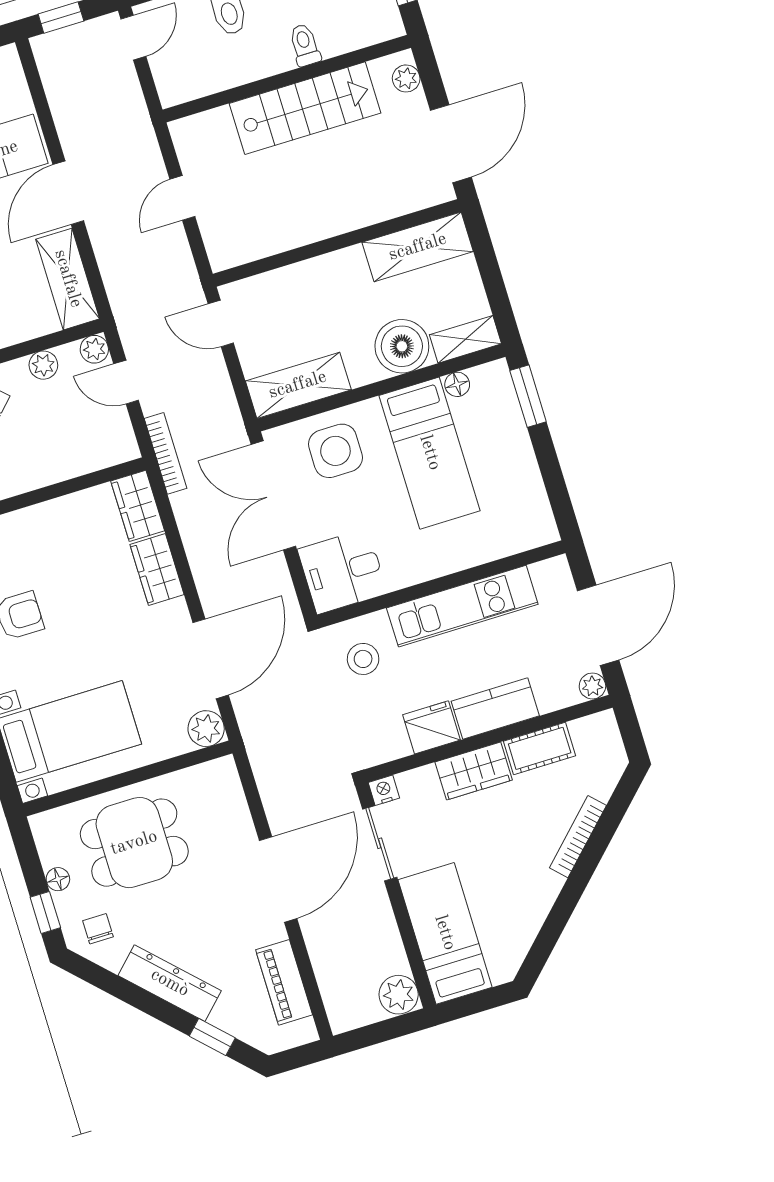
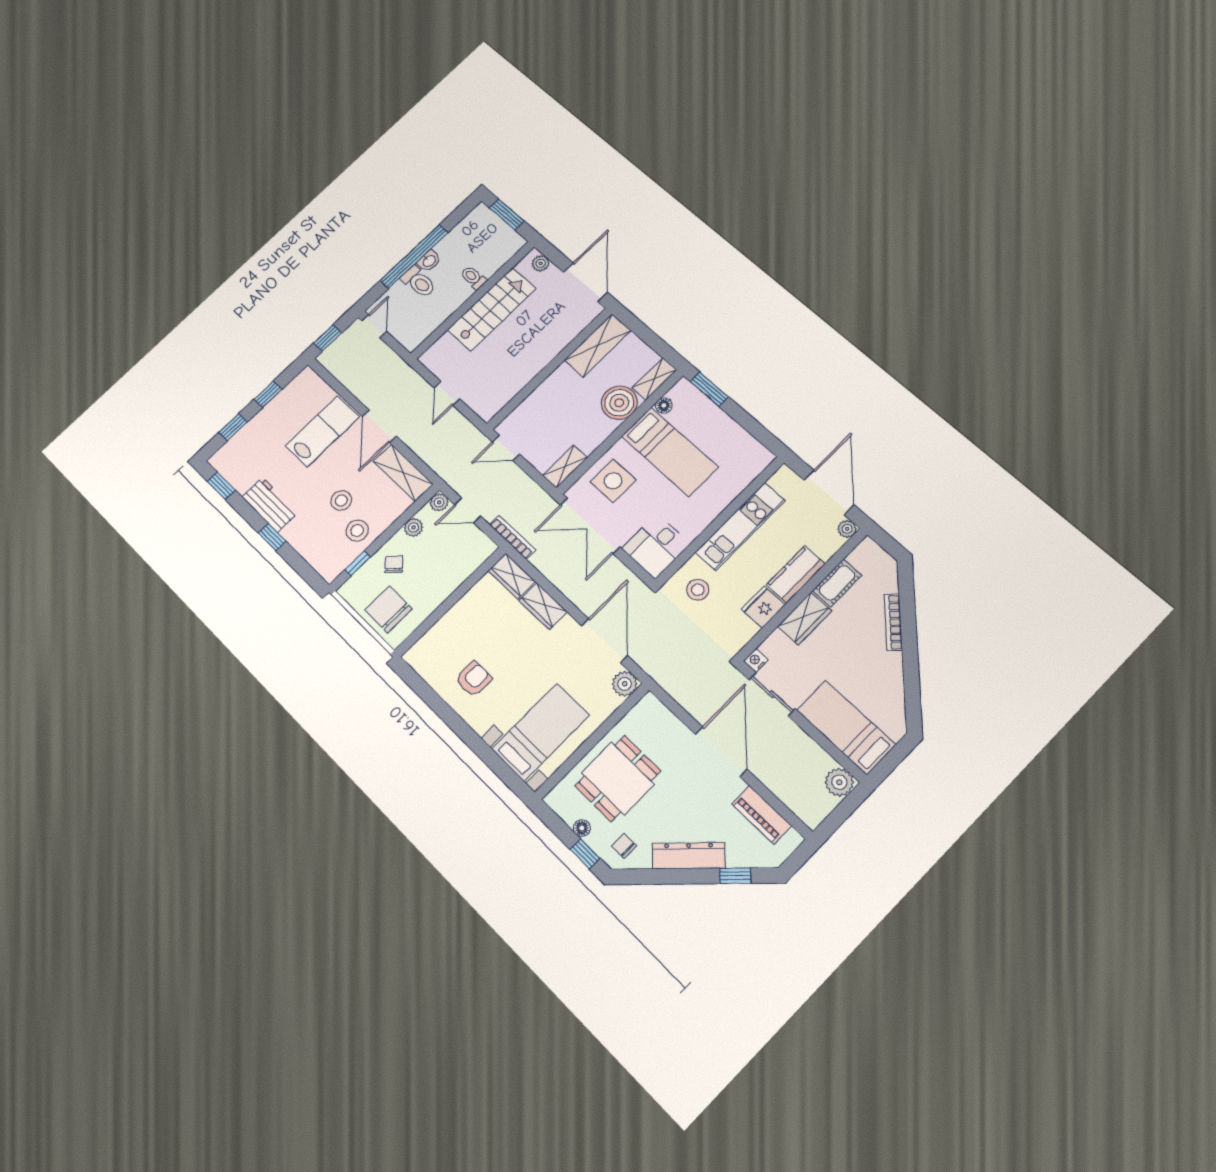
shelving: (298, 385) -> (565, 467), width x0.67, depth x0.75

